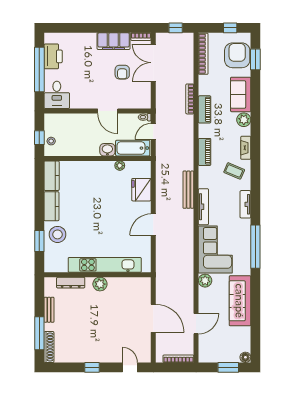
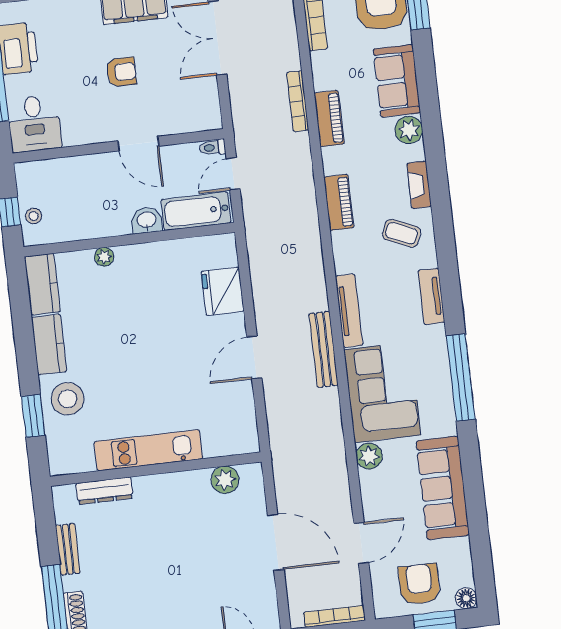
armchair: (122, 72) -> (121, 72), moved, turned -90
plant: (120, 166) -> (104, 257), moved
bench: (188, 190) -> (324, 349), moved
kitchen unit: (105, 265) -> (148, 450), width x0.73
plant: (100, 284) -> (225, 480), moved
armchair: (223, 348) -> (419, 584), added

